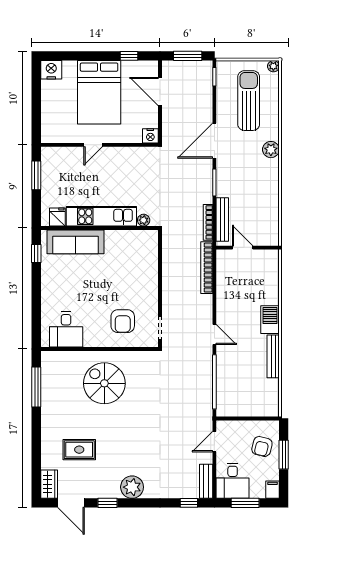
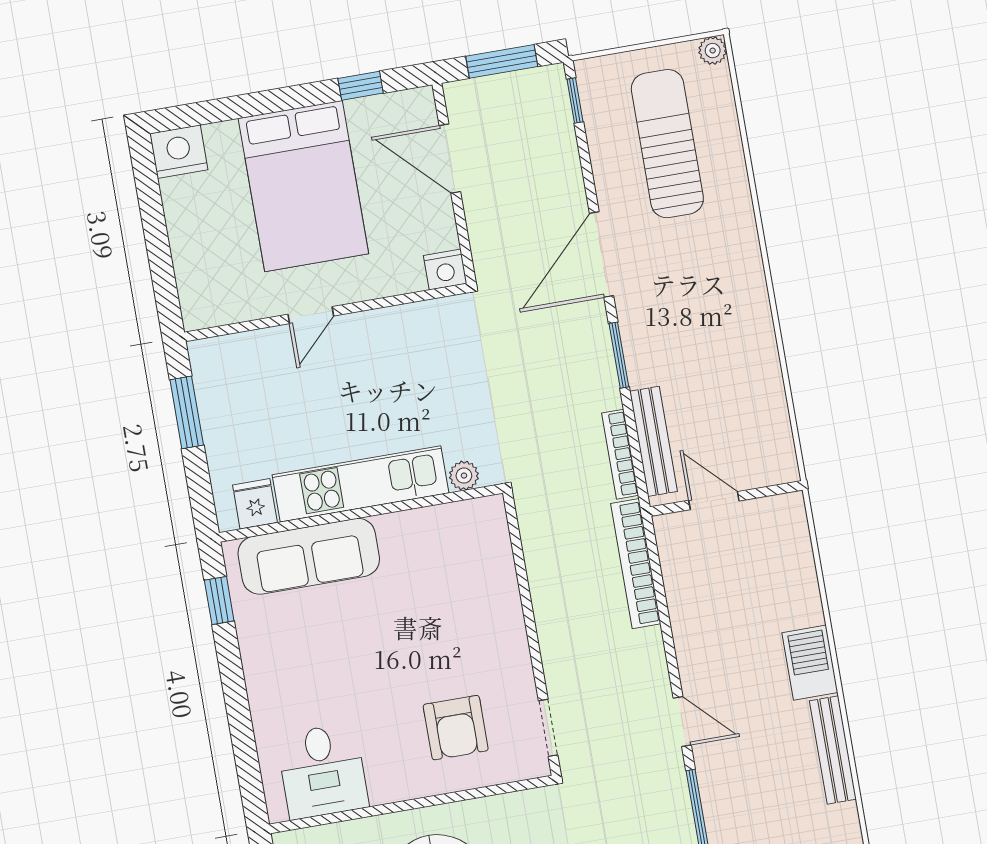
plant: (271, 150) -> (741, 252), removed

